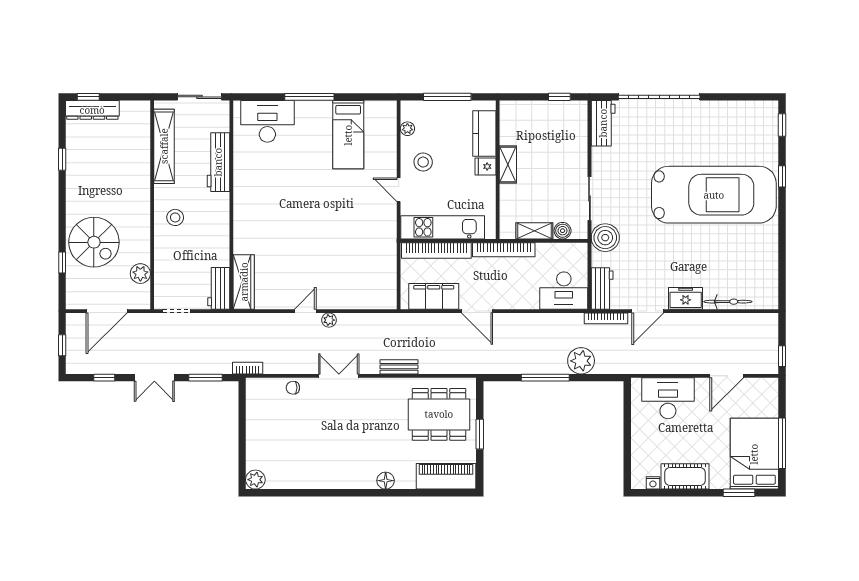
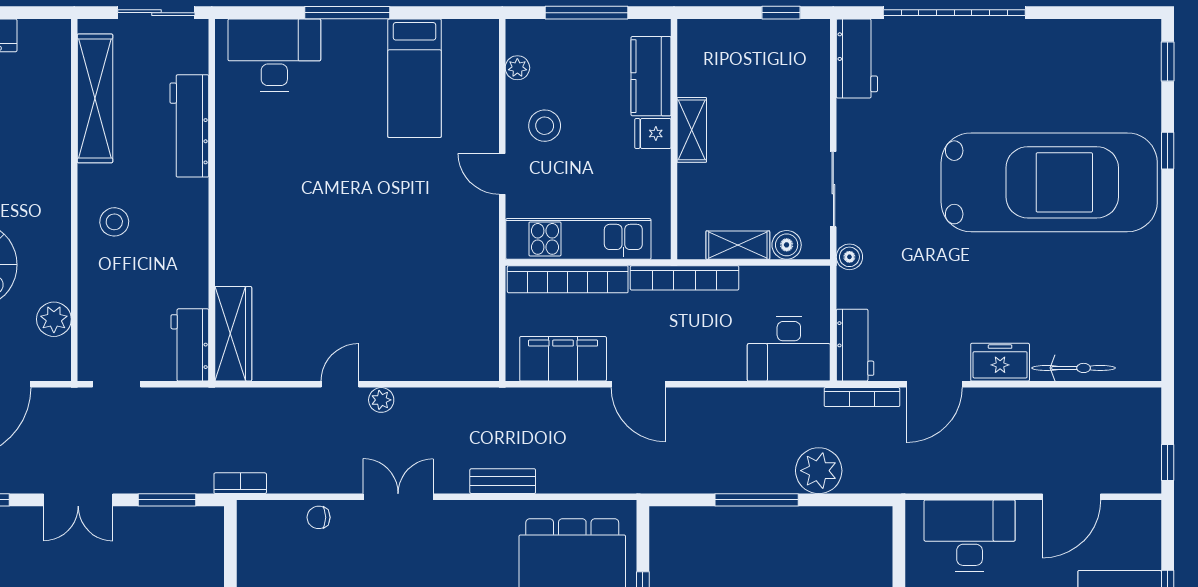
boiler: (605, 238) -> (849, 257), width x0.54, depth x0.54

